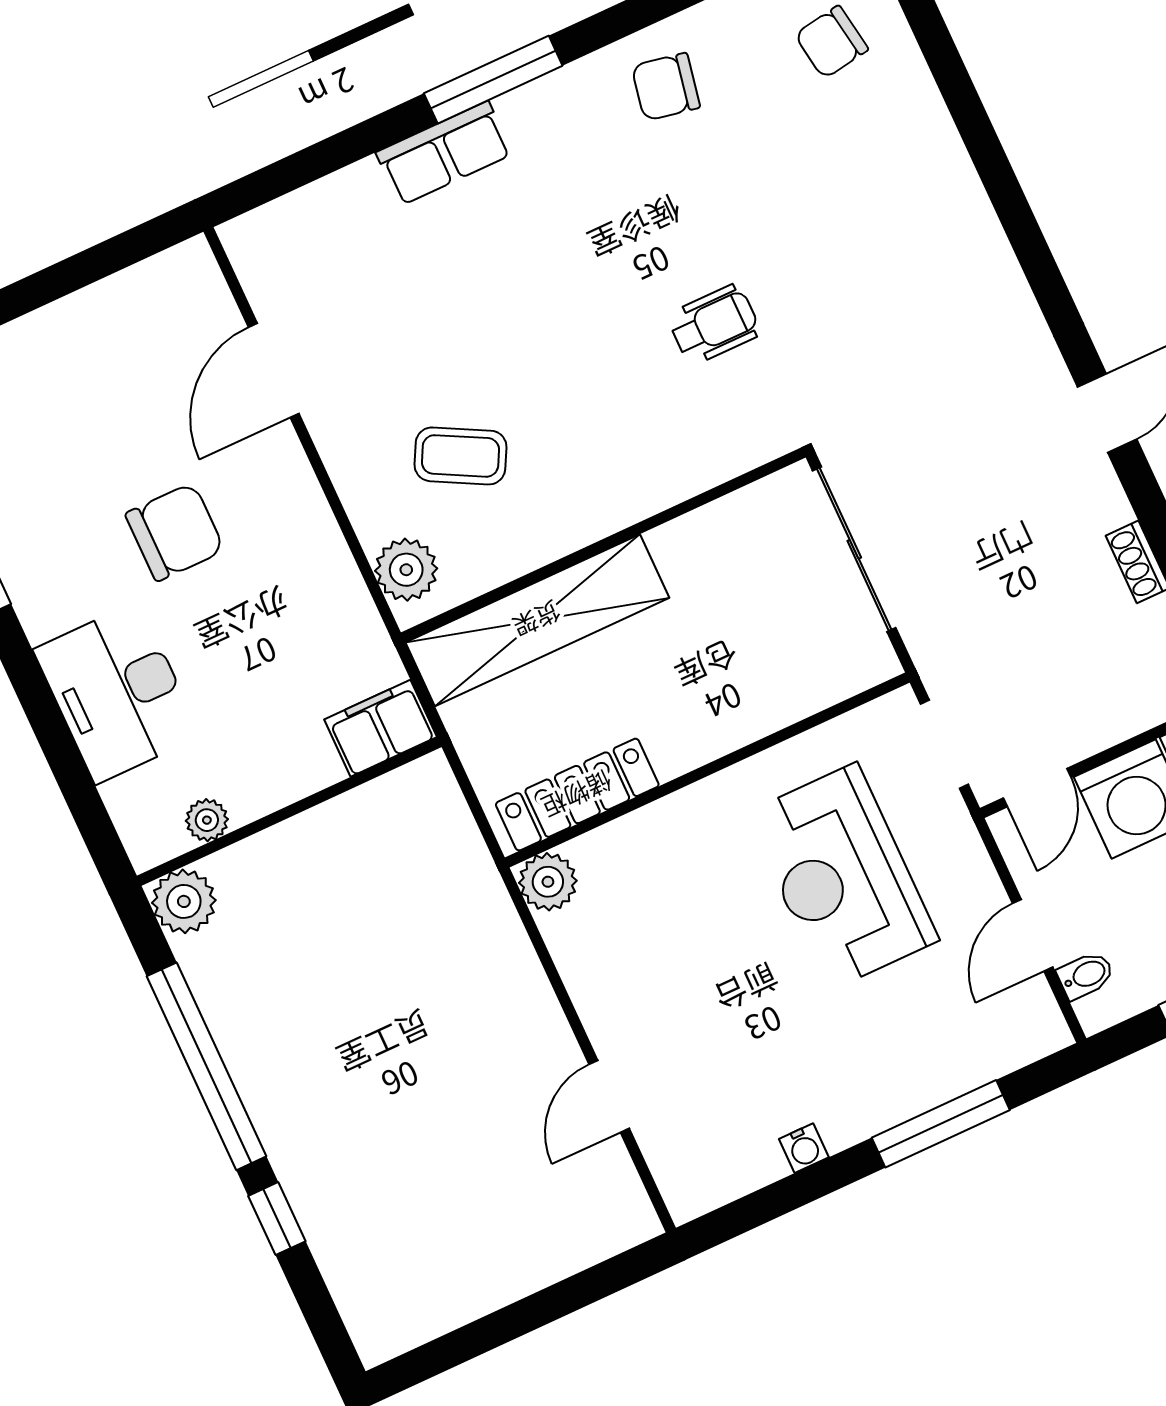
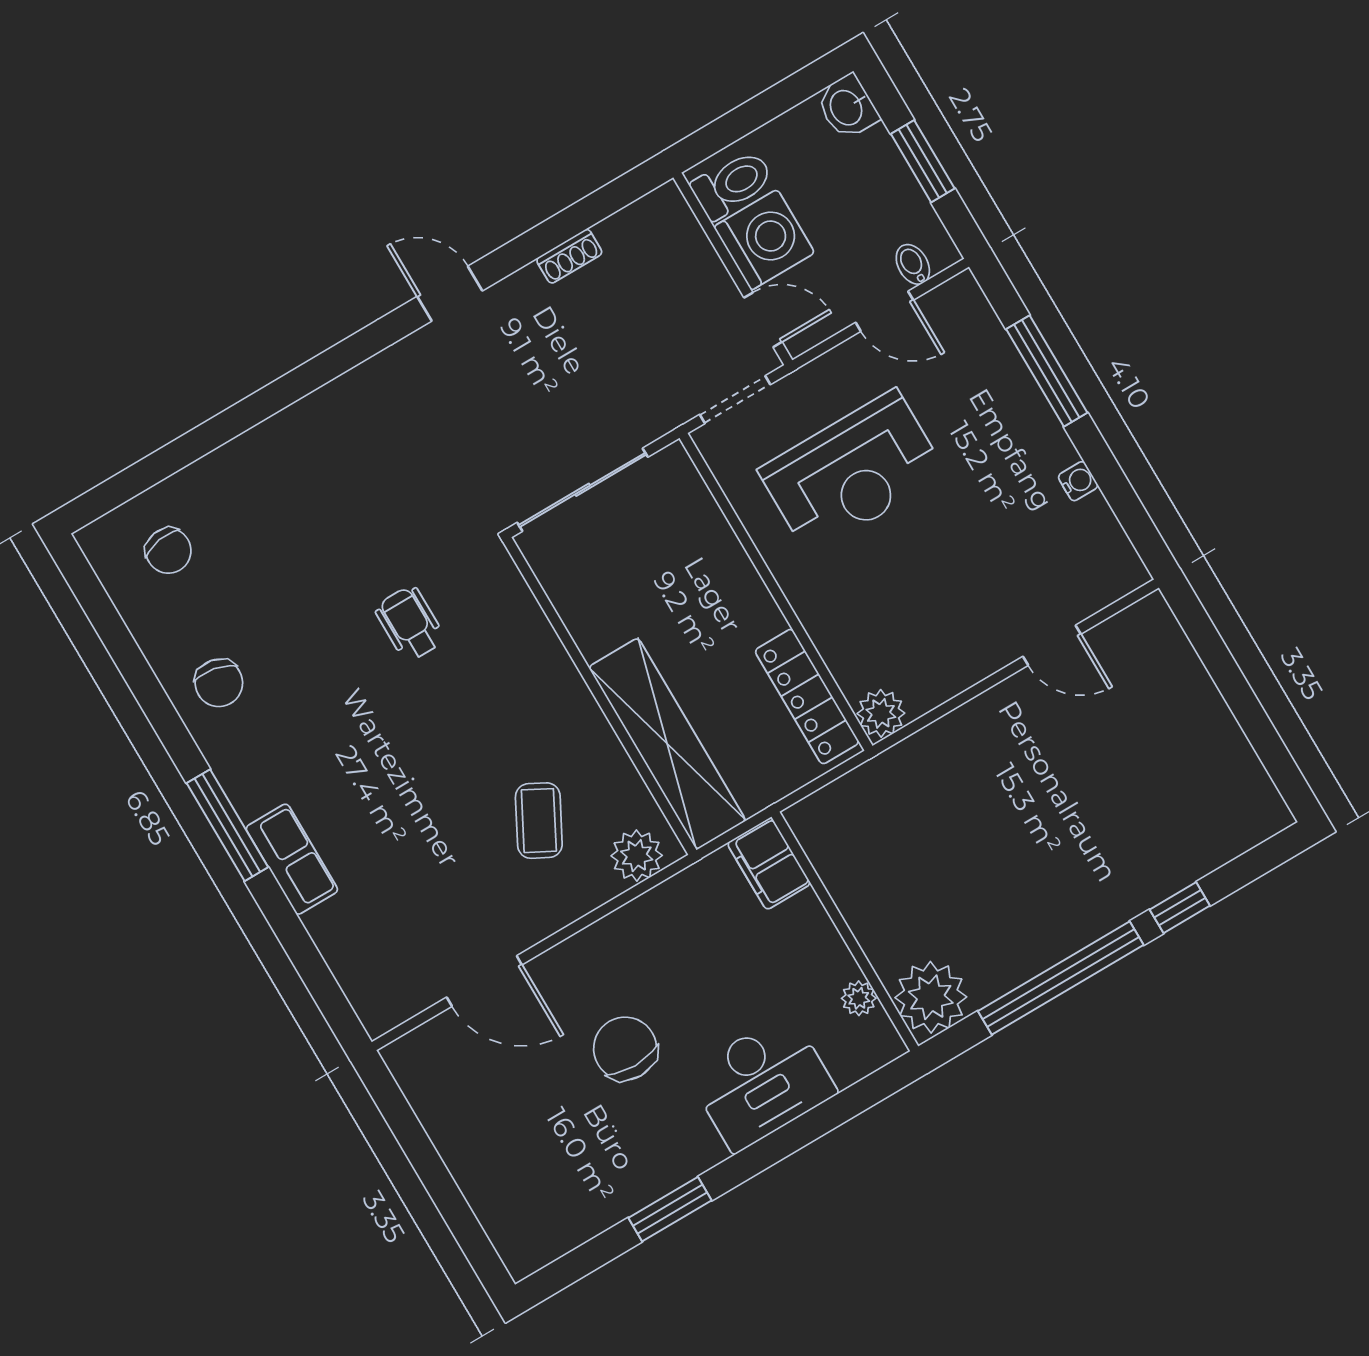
plant: (184, 901) -> (931, 997), width x1.36, depth x1.36

